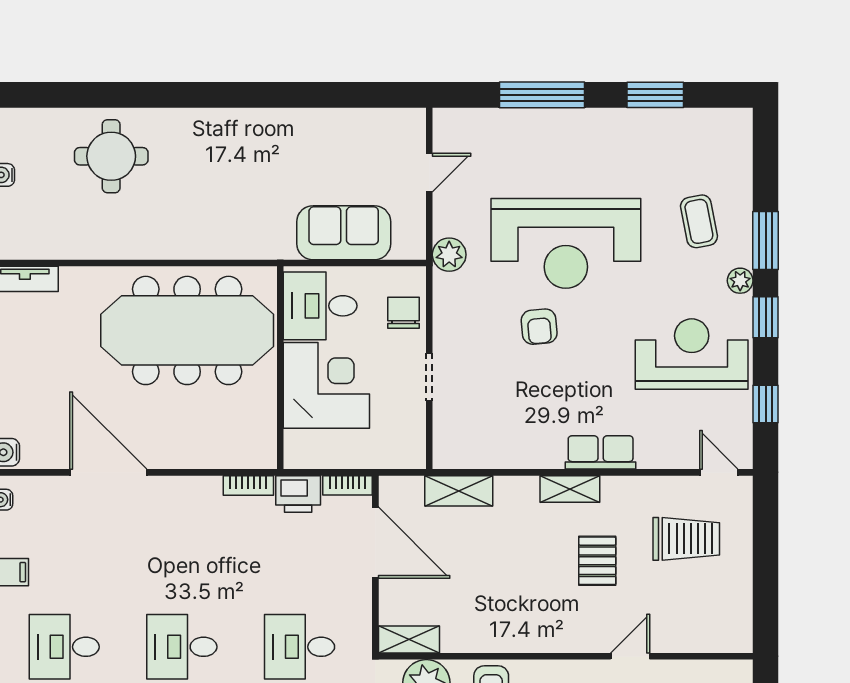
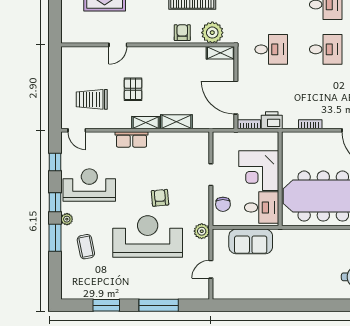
reception desk: (692, 354) -> (89, 185), turned 180
bookcase: (248, 486) -> (310, 124), moved
shelving: (459, 491) -> (176, 122), moved

